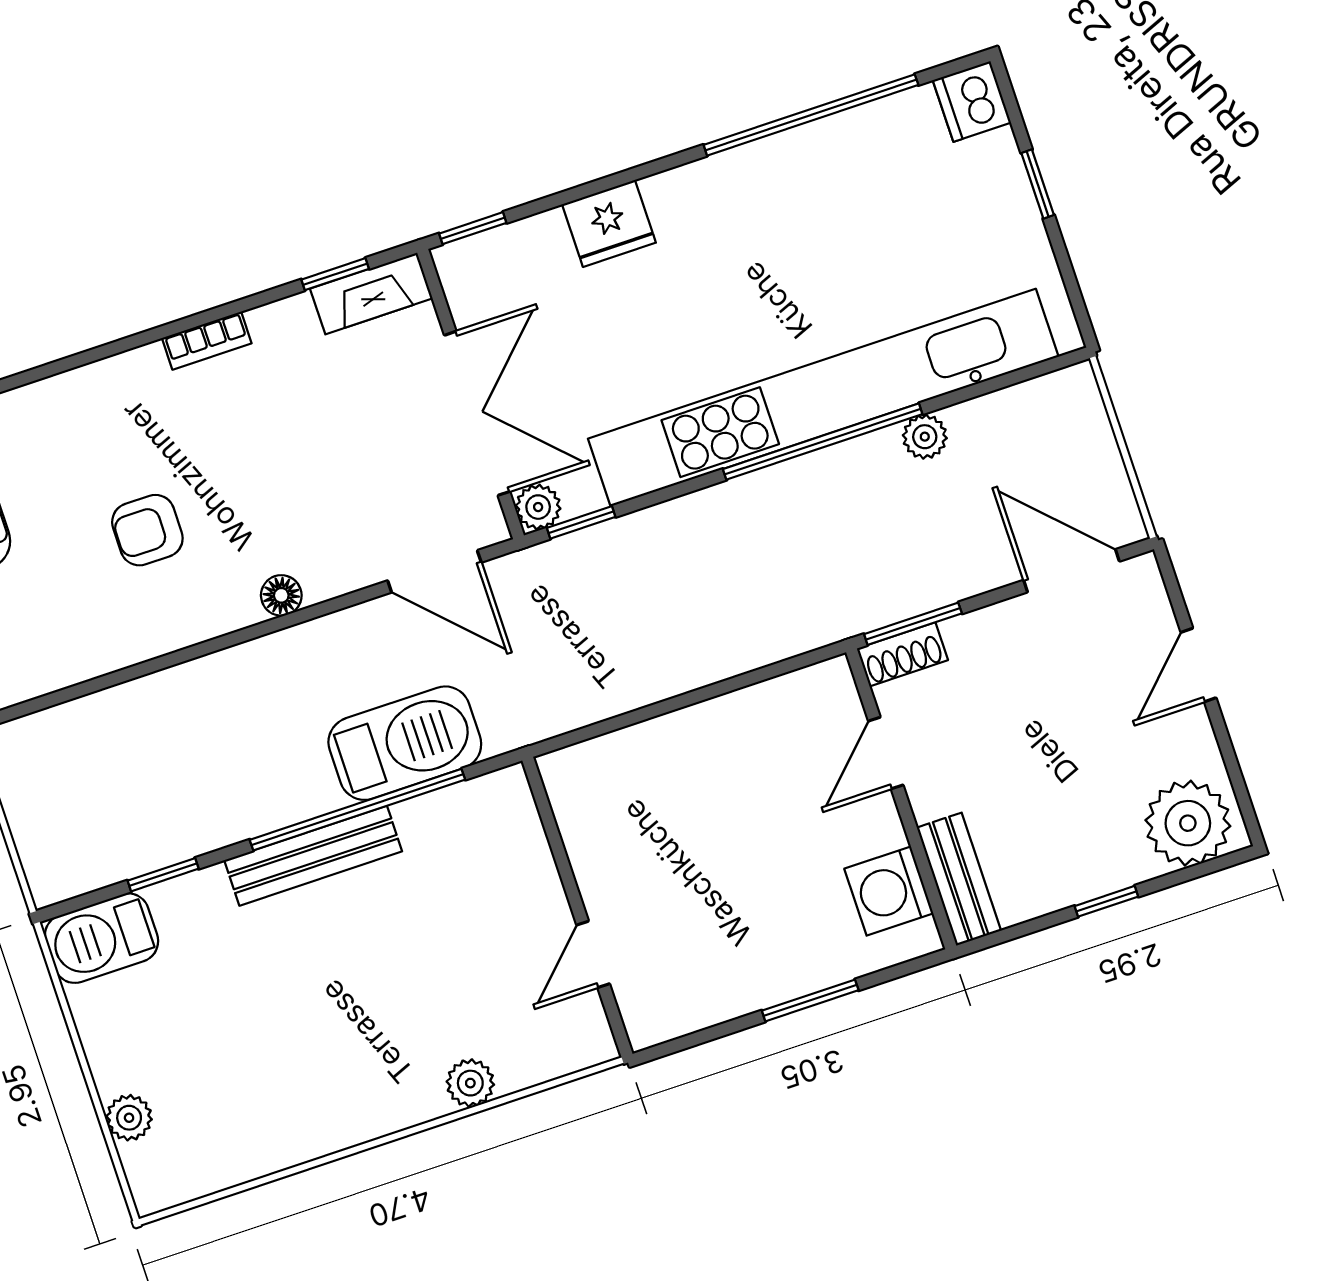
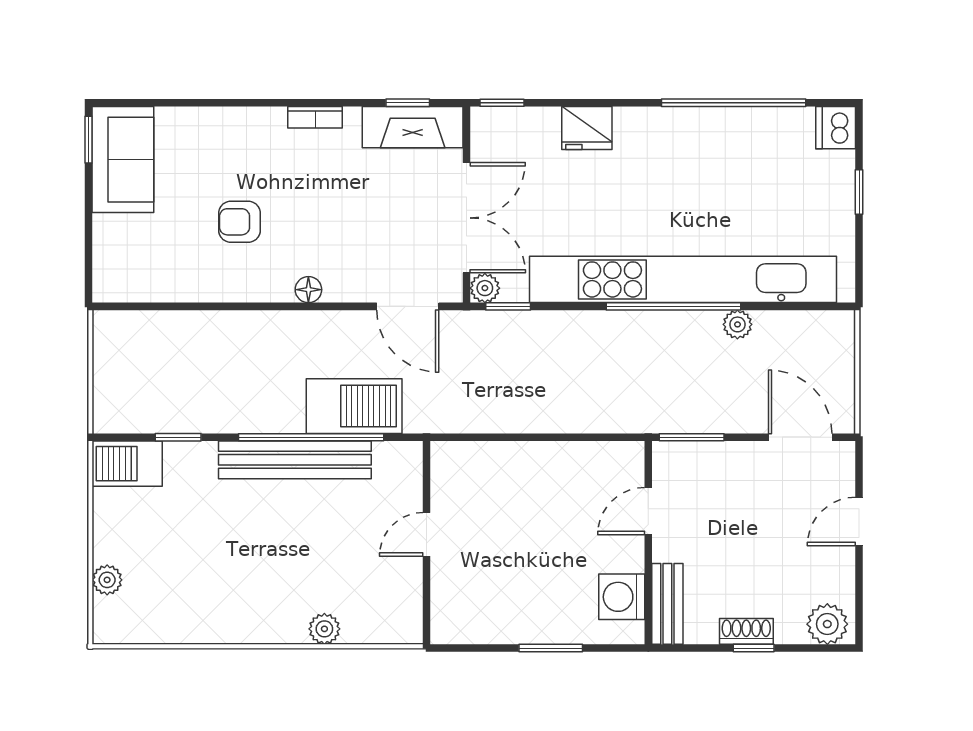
fireplace: (371, 293) -> (413, 127), width x1.37, depth x1.32
shoe rack: (903, 654) -> (746, 631), moved, turned 180
plant: (1188, 823) -> (827, 624), width x0.73, depth x0.73
bench: (313, 856) -> (295, 460), width x1.37, depth x1.21
door: (593, 954) -> (427, 534), moved

